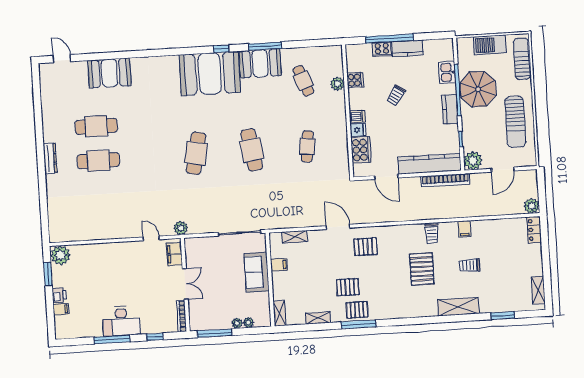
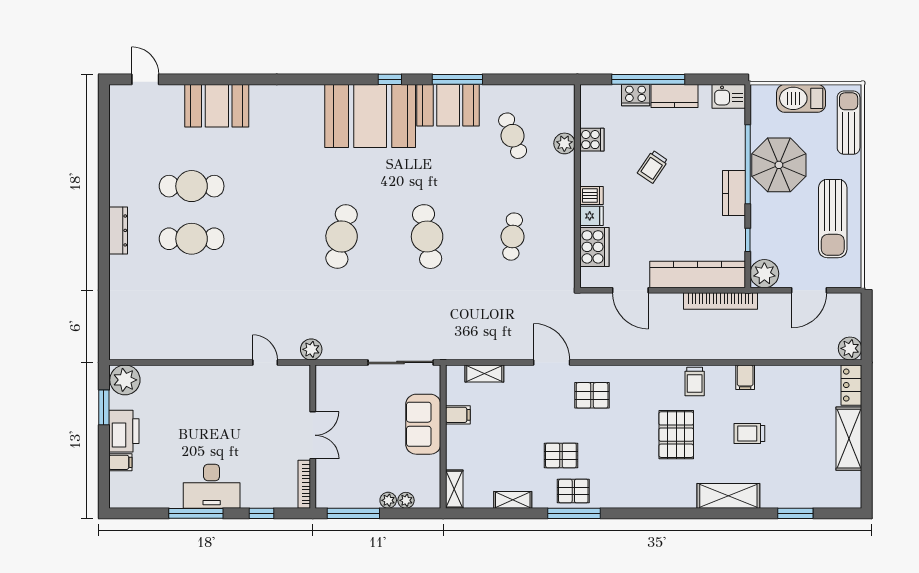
kitchen sink: (447, 72) -> (729, 96), moved, turned -90
filing cabinet: (174, 254) -> (299, 389), removed
shelving: (538, 290) -> (849, 439), moved, width x1.50, depth x1.33
printer: (59, 295) -> (124, 431), width x1.87, depth x1.48

